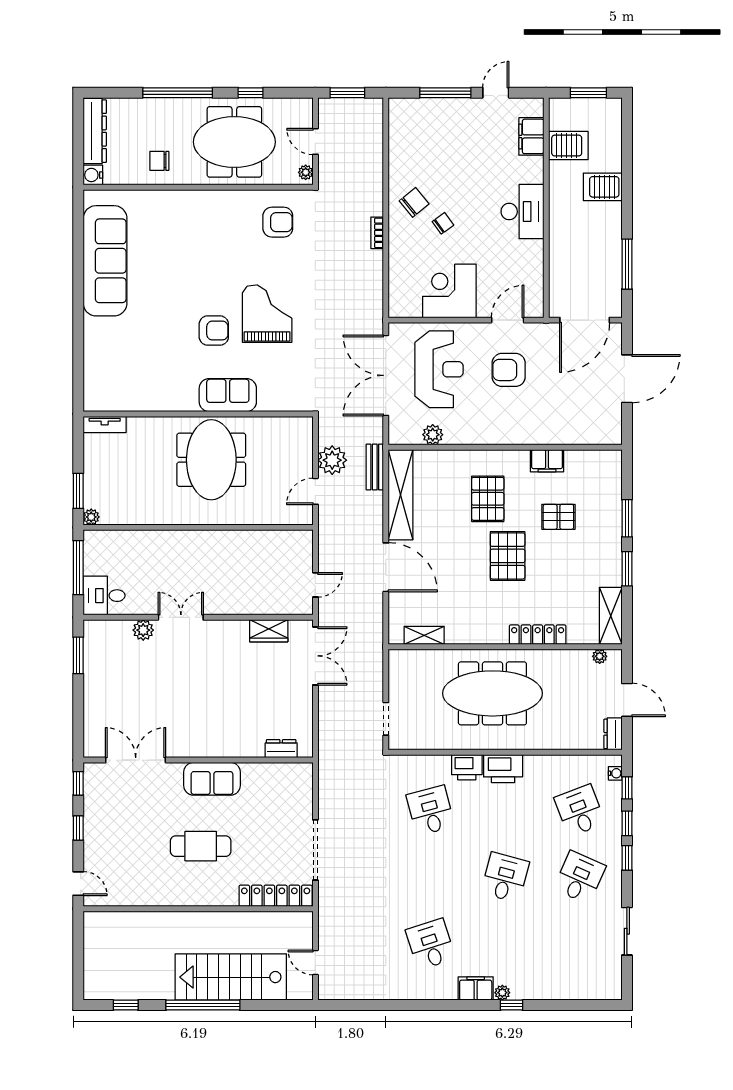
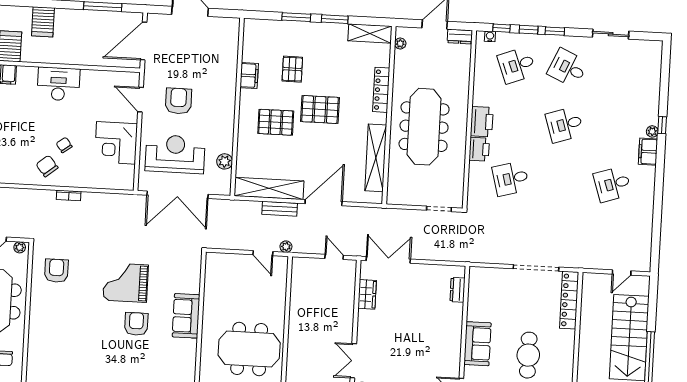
door: (585, 320) -> (144, 41), swing flipped
armchair: (509, 370) -> (178, 101), turned 180
meeting table: (211, 460) -> (249, 349), moved
plant: (332, 460) -> (286, 247), moved, width x0.53, depth x0.53
bench: (375, 467) -> (280, 209), moved
shelving: (424, 635) -> (376, 158), width x2.20, depth x1.33
desk: (505, 877) -> (565, 125), turned -33

